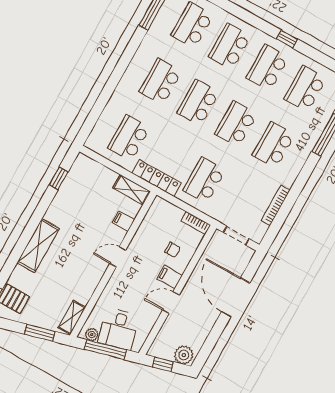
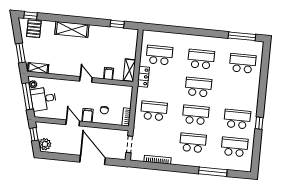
school desk: (230, 46) -> (240, 91), removed
locker: (157, 178) -> (143, 77), width x0.66
door: (236, 297) -> (93, 160), hinge flipped

